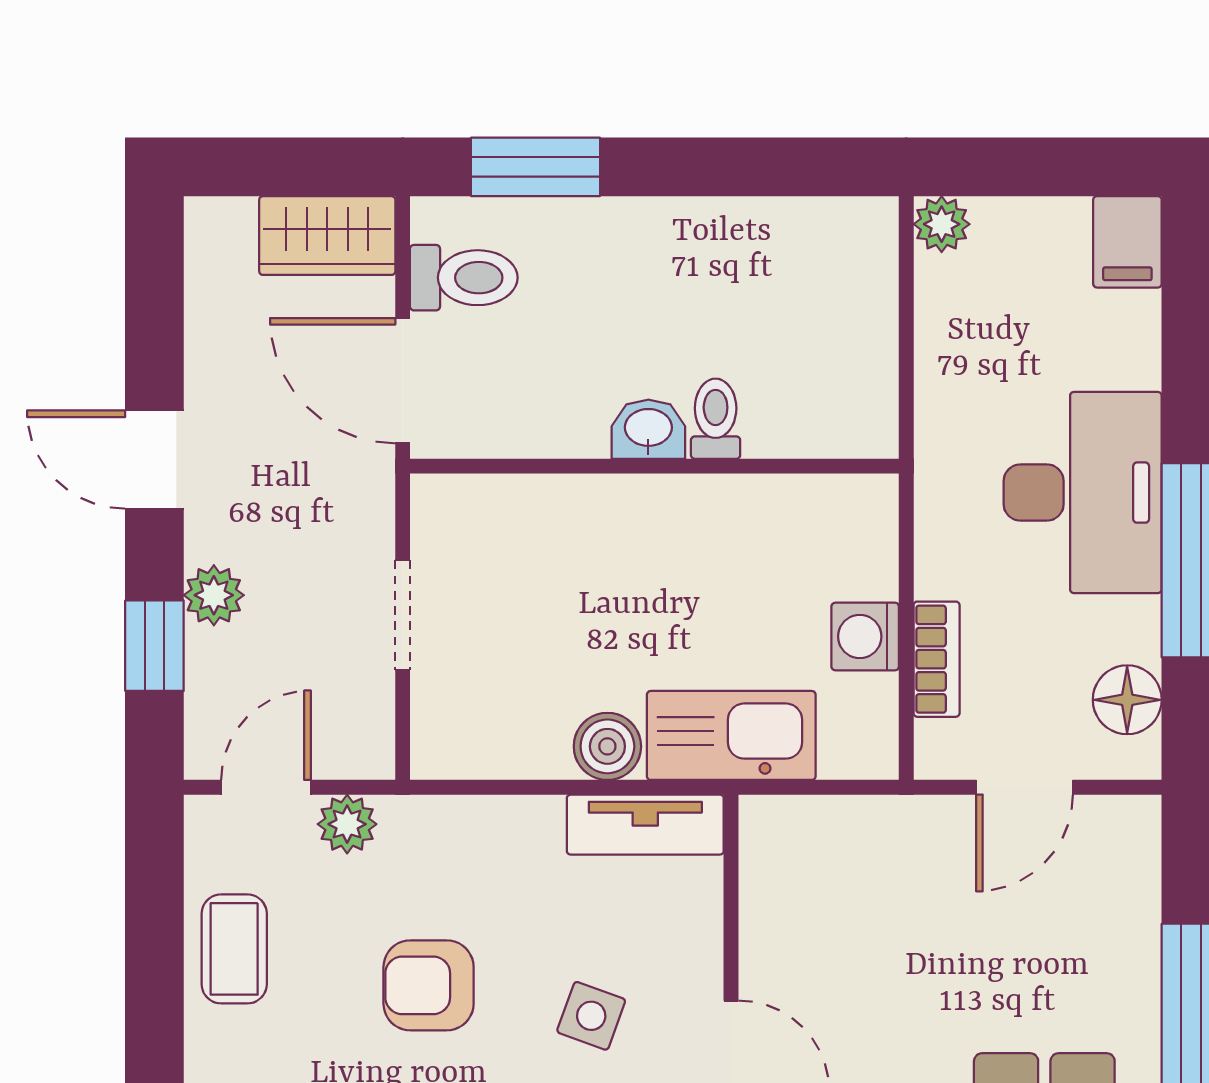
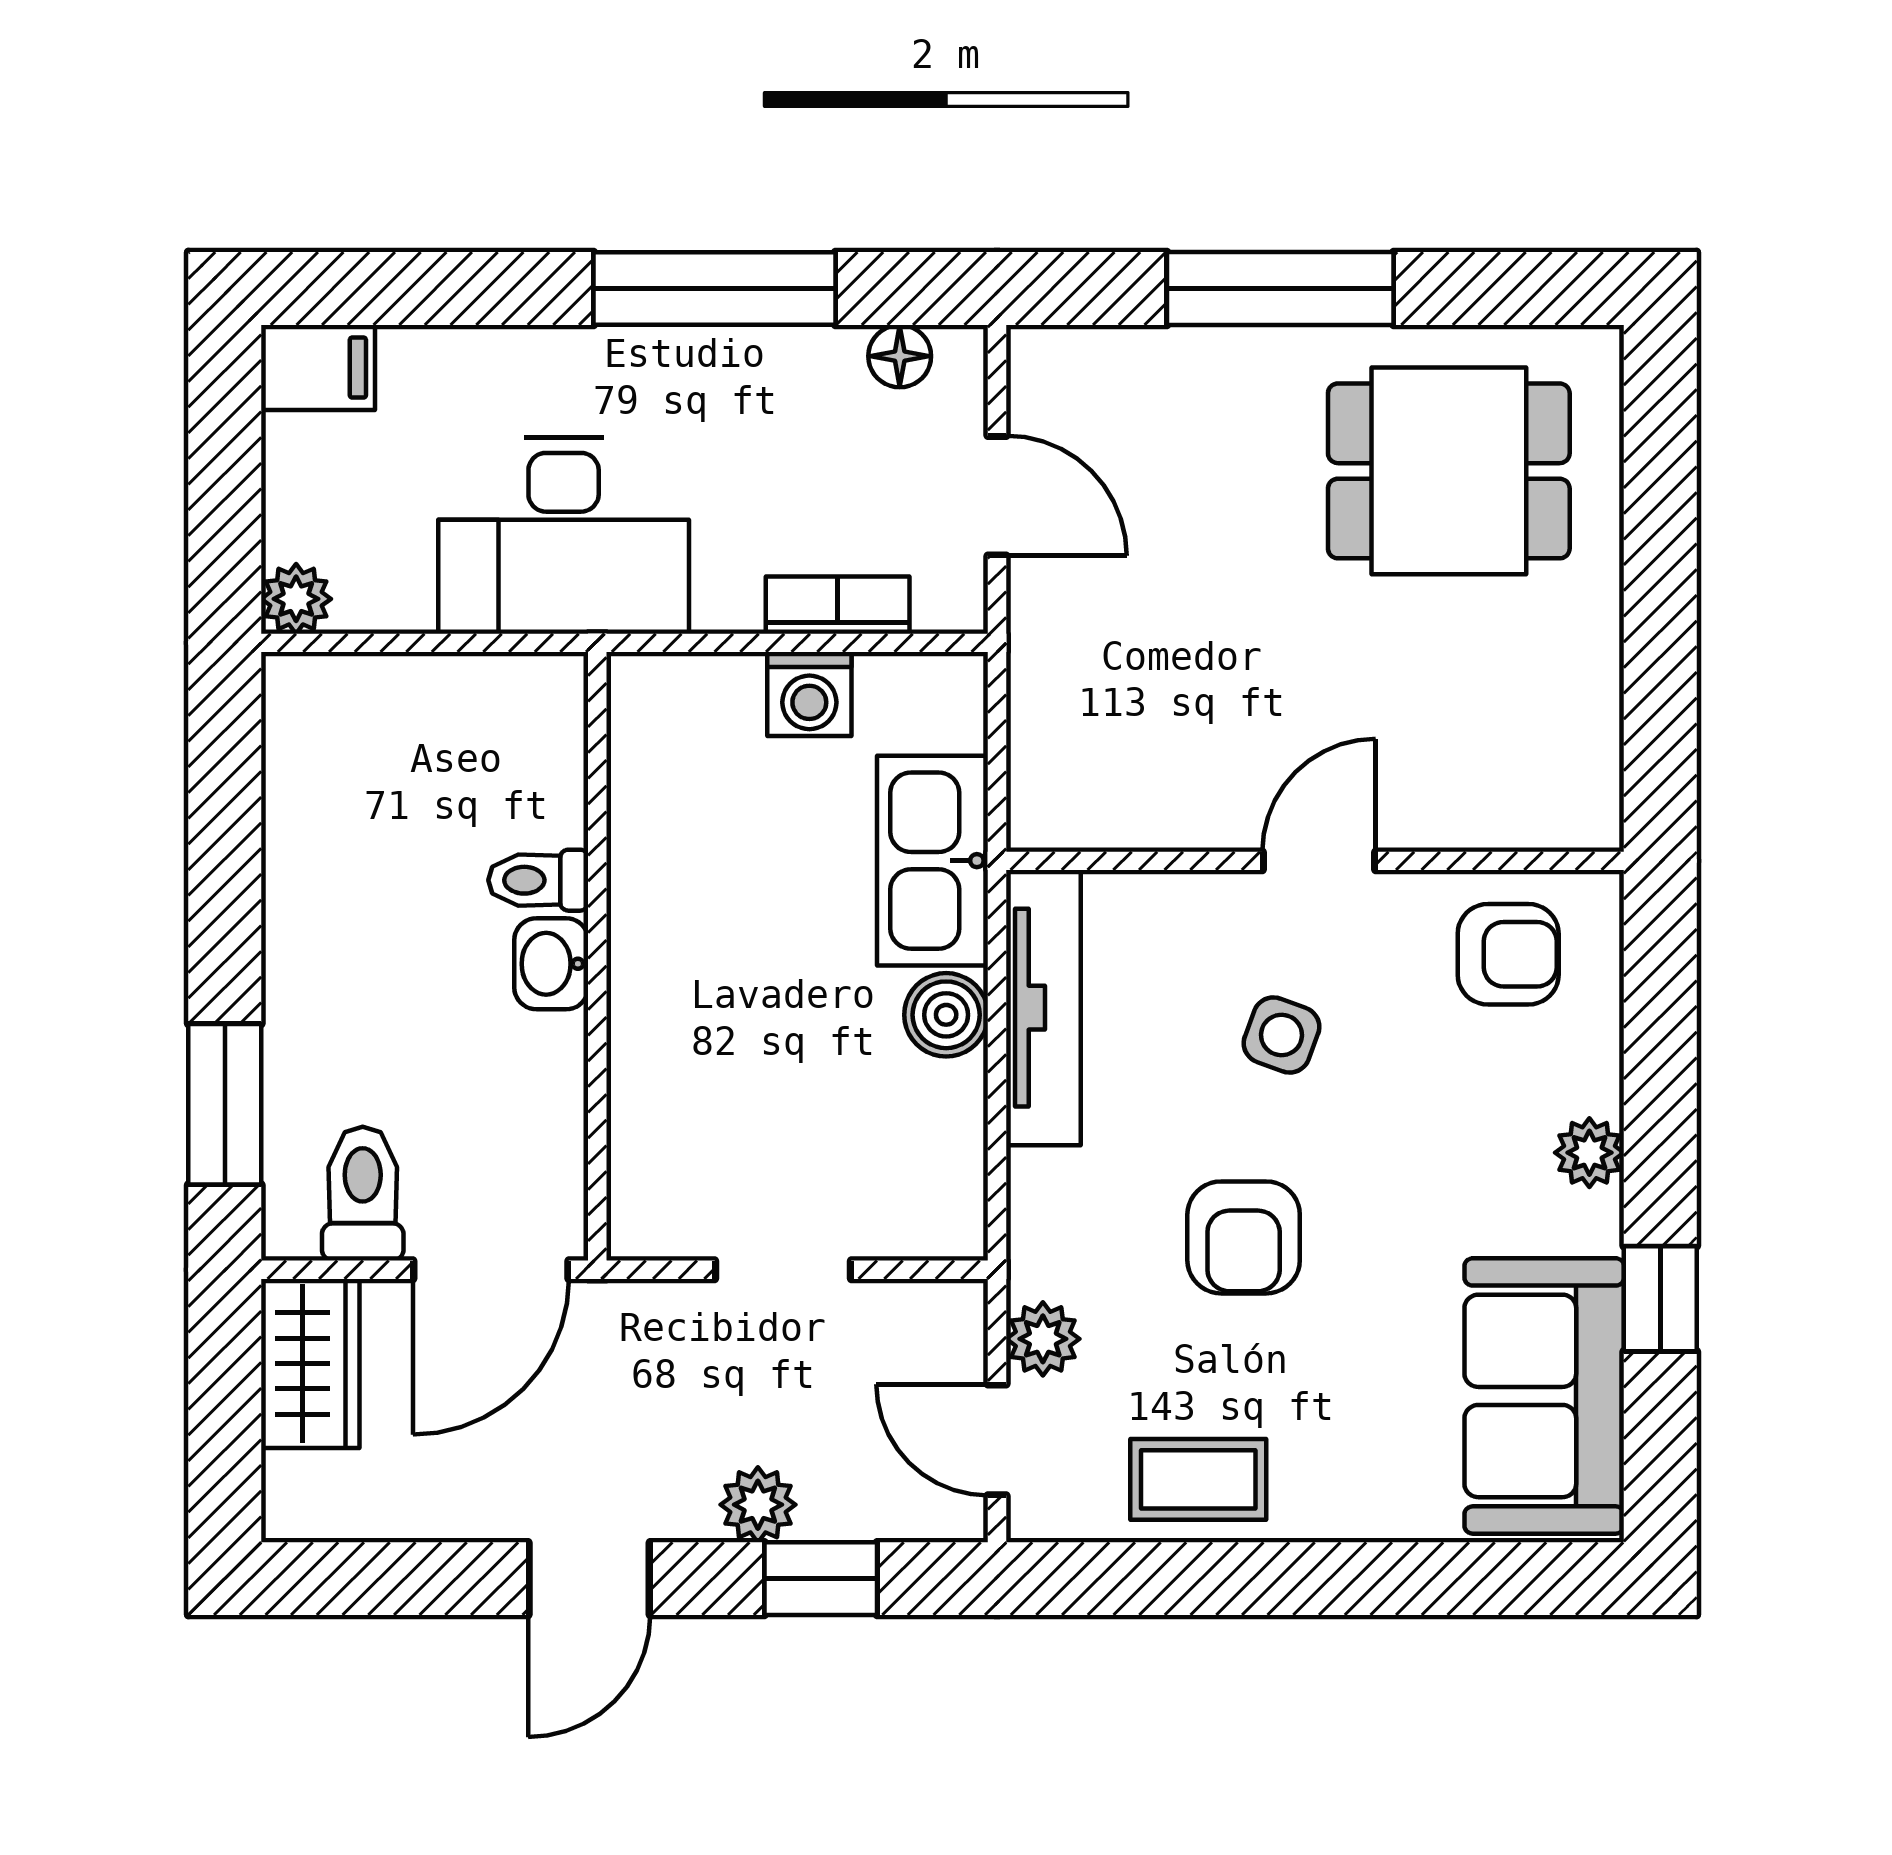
desk: (1083, 493) -> (564, 535), moved, turned 180
floor lamp: (1127, 700) -> (900, 356), width x0.73, depth x0.73
tv unit: (645, 825) -> (1043, 1008), width x1.41

